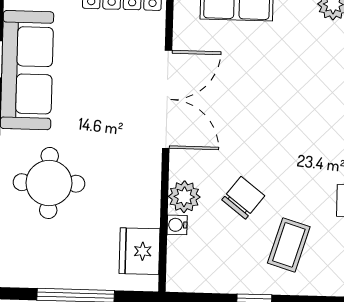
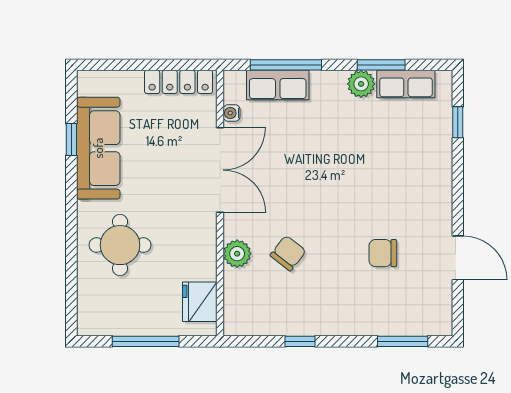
water cooler: (177, 225) -> (232, 113), moved
coffee table: (289, 245) -> (329, 293), removed

